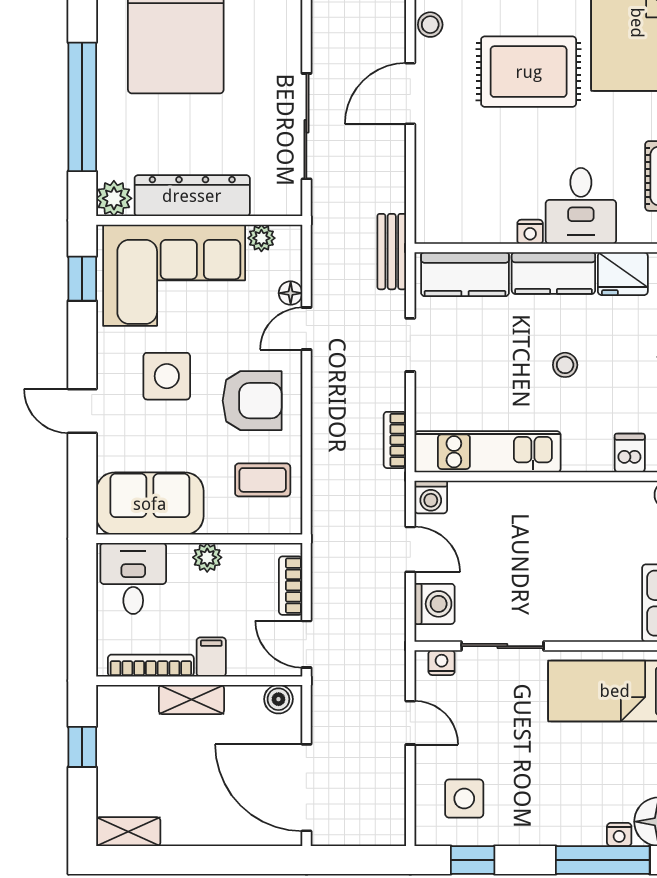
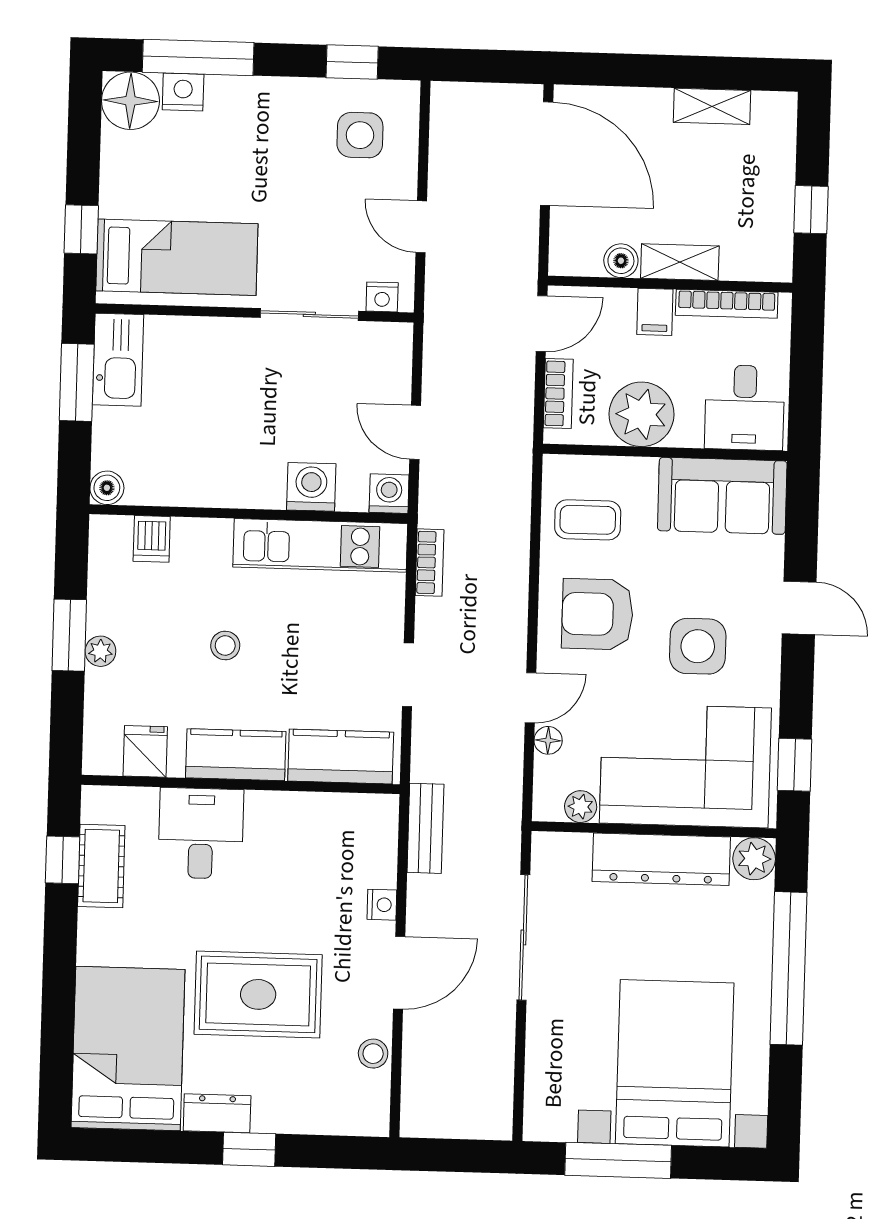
nightstand: (530, 232) -> (382, 905), moved, turned 90
bench: (392, 252) -> (425, 828), moved
fridge: (623, 274) -> (145, 751), width x0.72
plant: (207, 557) -> (642, 414), width x1.88, depth x1.88
washing machine: (435, 604) -> (311, 487), moved, turned 90
door: (306, 644) -> (542, 324), hinge flipped
boiler: (278, 699) -> (621, 261), moved
shelving: (128, 832) -> (712, 106), moved
nightstand: (619, 835) -> (183, 92), width x1.39, depth x1.35

